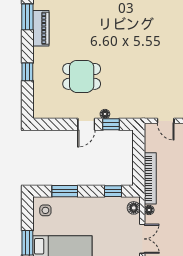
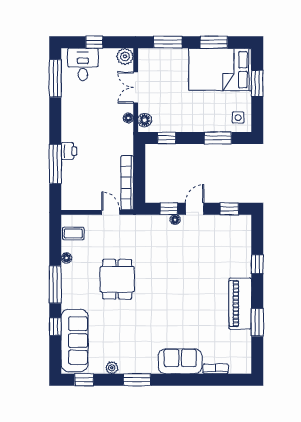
piano: (41, 28) -> (240, 303), width x1.37, depth x1.33
dining table: (82, 76) -> (117, 279), moved, turned 90
window: (54, 124) -> (229, 209), added
bookcase: (150, 178) -> (127, 183), moved

